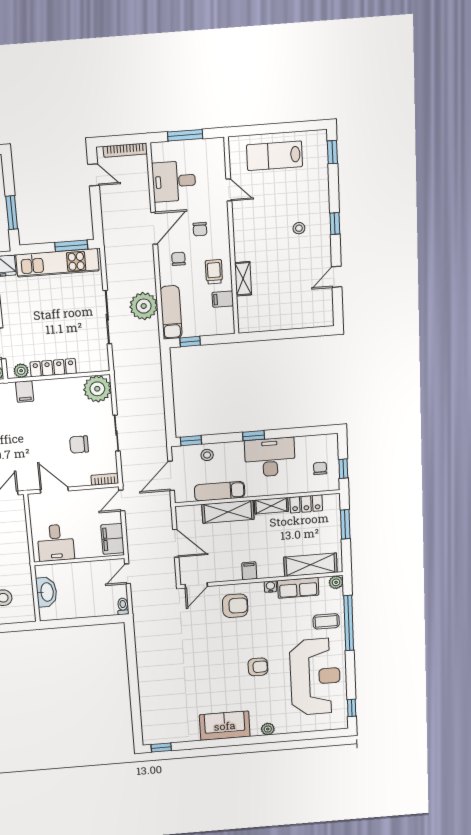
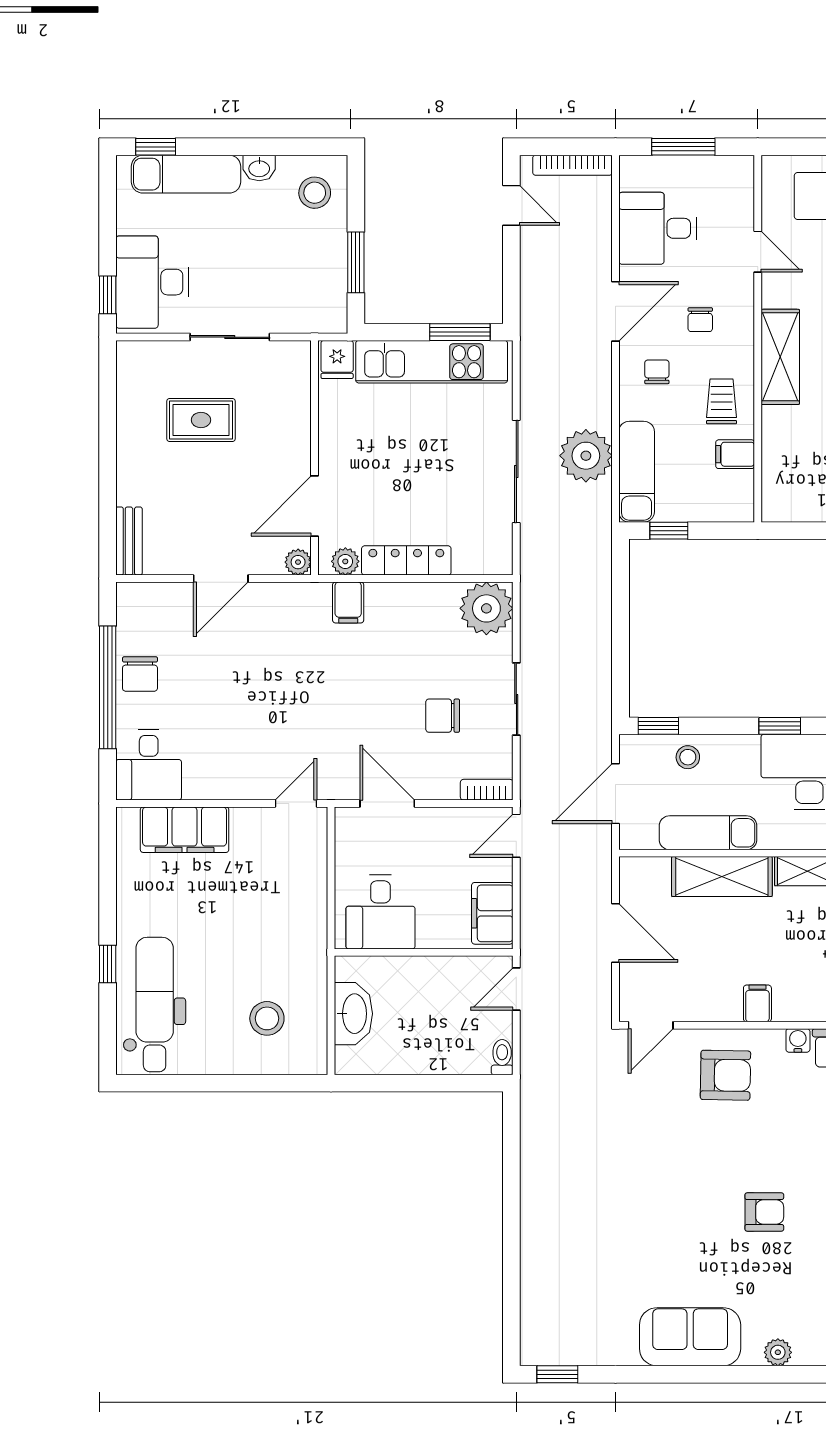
shelving: (243, 279) -> (780, 357), moved, width x1.50, depth x1.33

